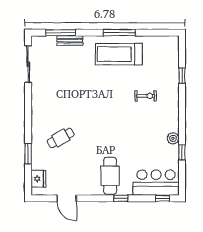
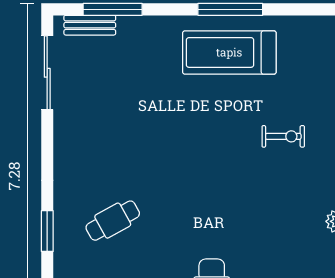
bench: (70, 40) -> (90, 25), moved
window: (28, 154) -> (47, 231), moved

